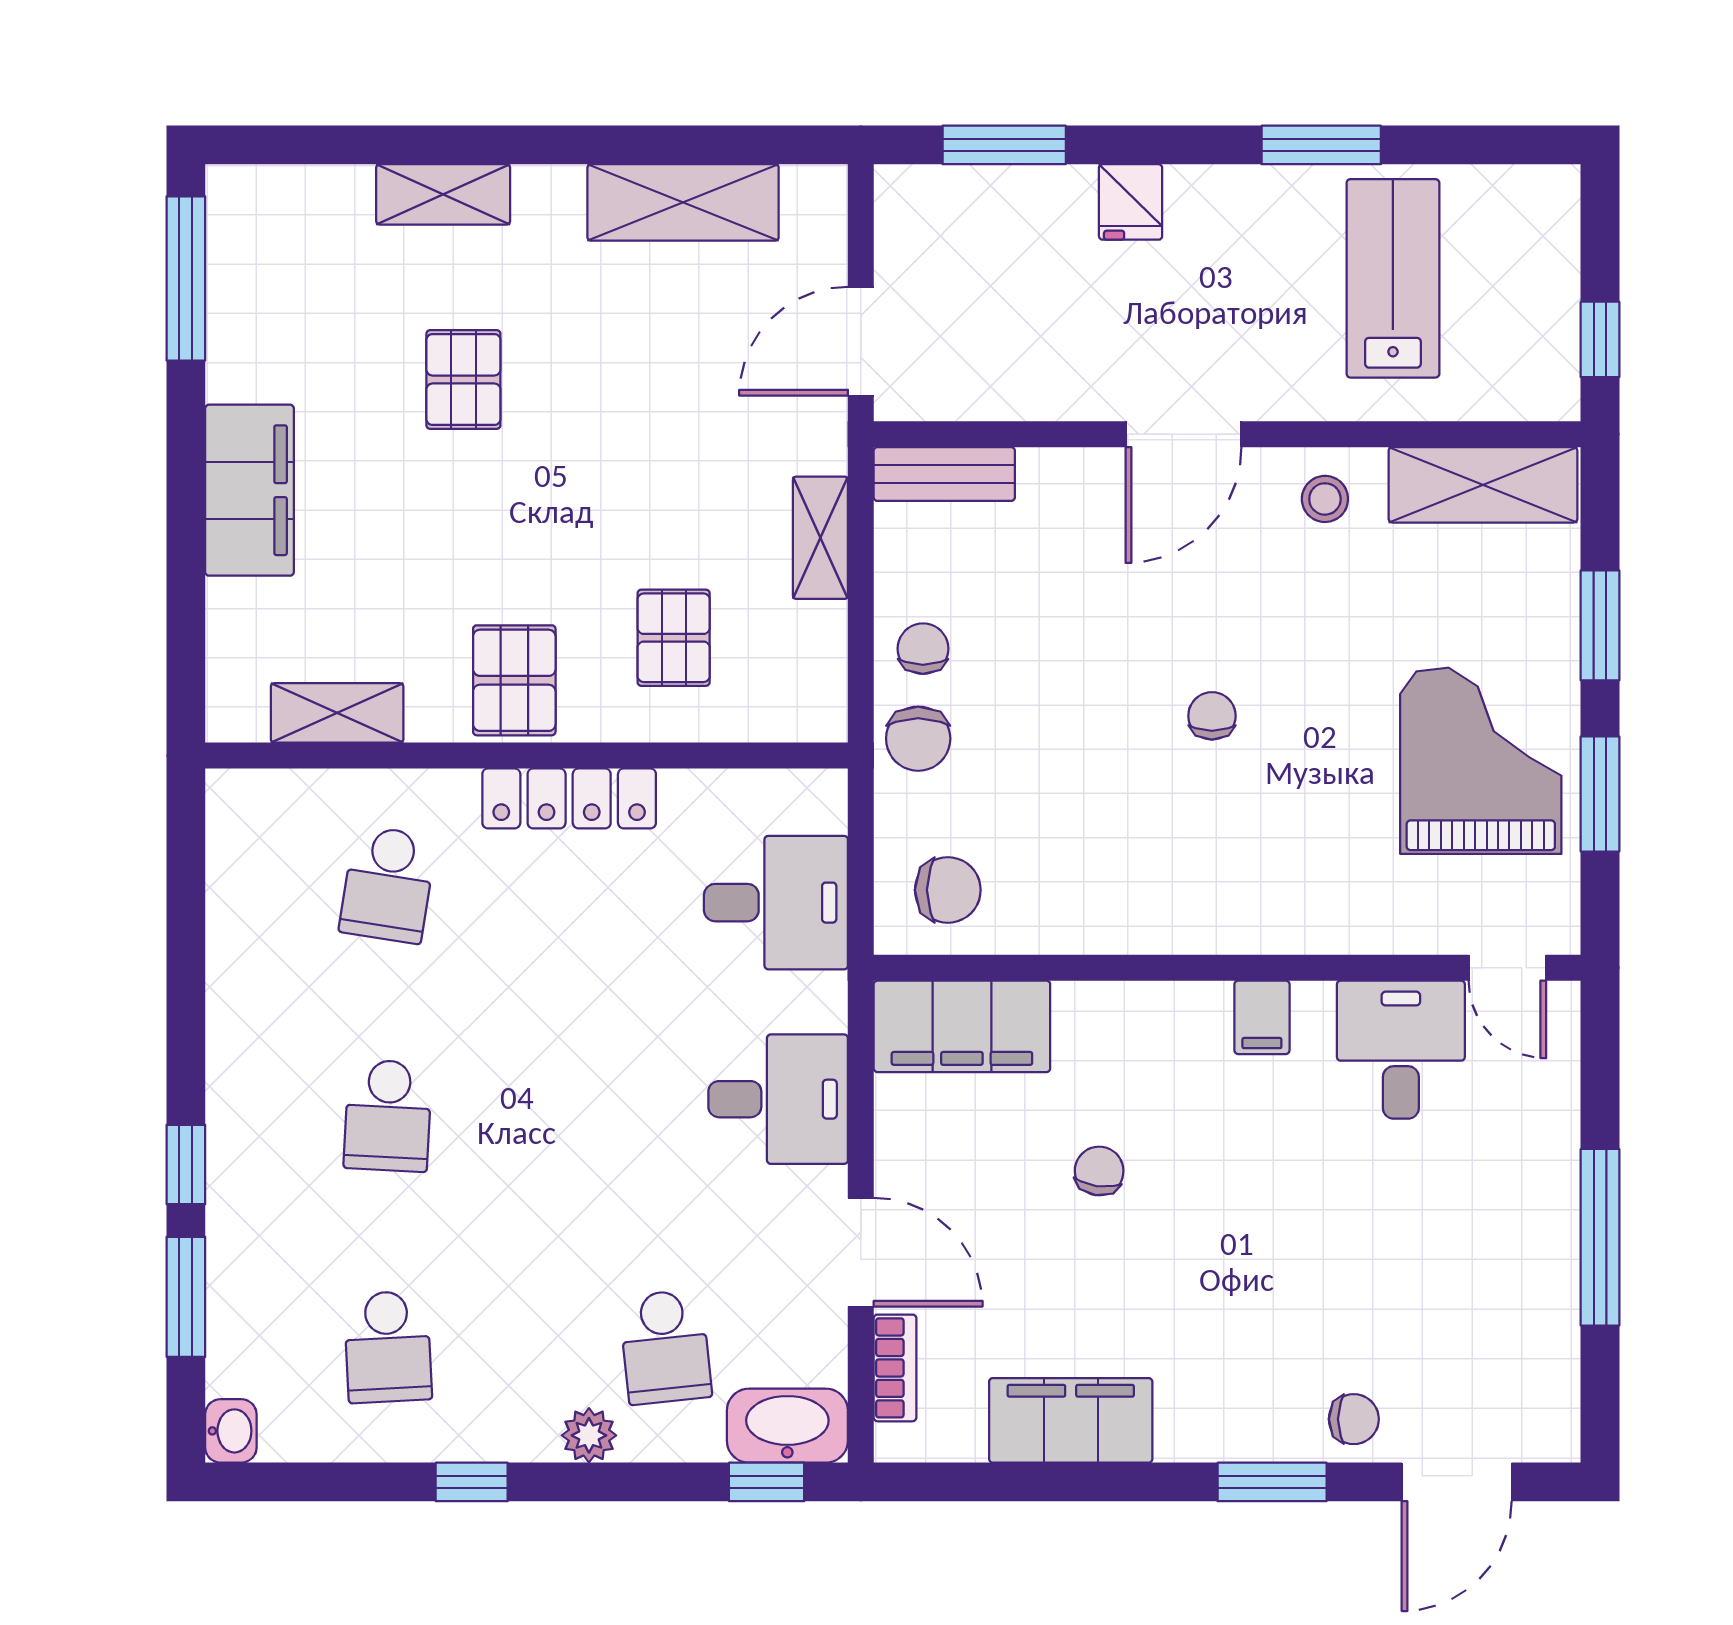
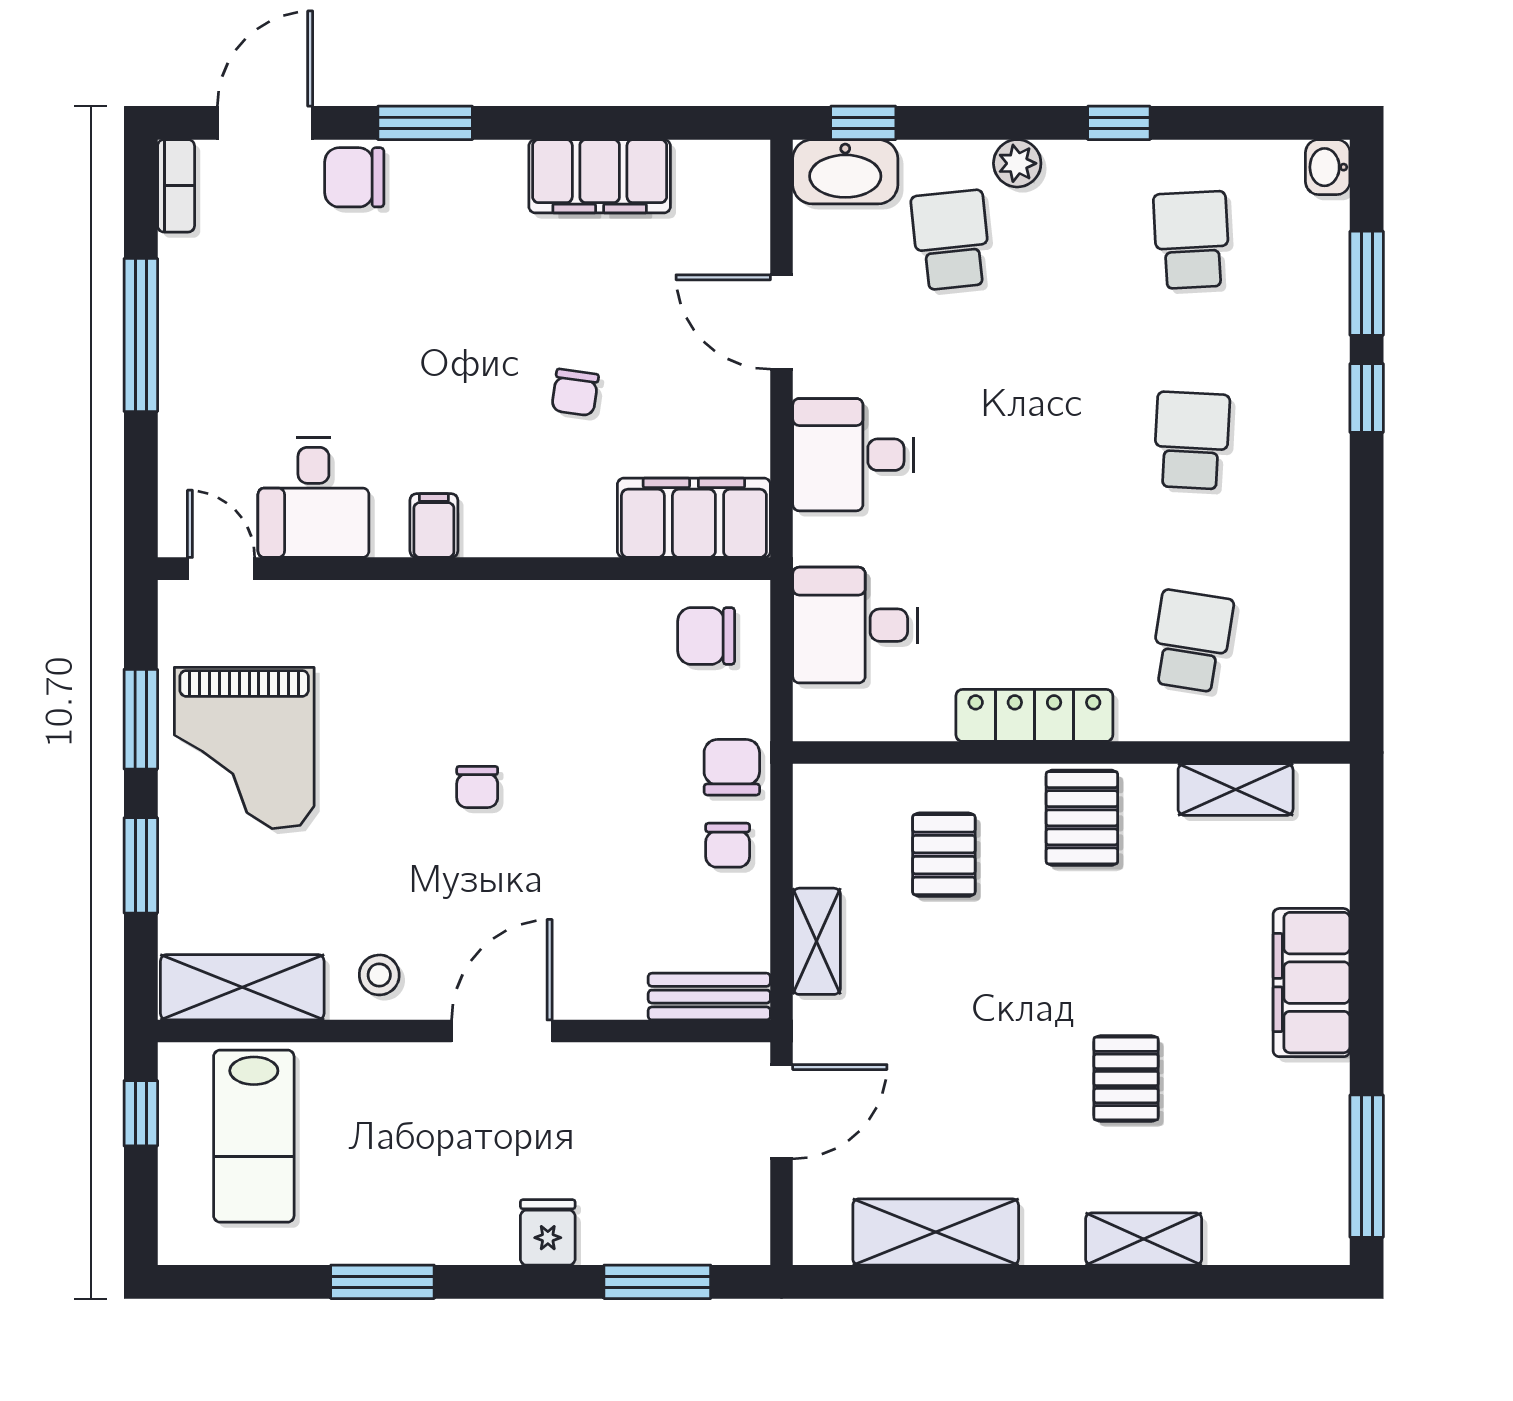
lab bench: (1393, 278) -> (254, 1136), moved
bookcase: (895, 1368) -> (176, 186), moved, turned 180
chair: (1354, 1419) -> (354, 177), width x1.37, depth x1.37

